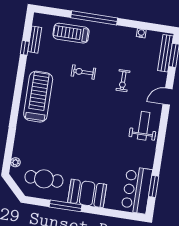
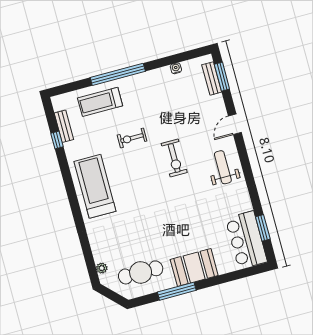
bench: (165, 53) -> (212, 78), width x0.73
exercise bike: (123, 81) -> (174, 158), moved, width x1.38, depth x1.39

